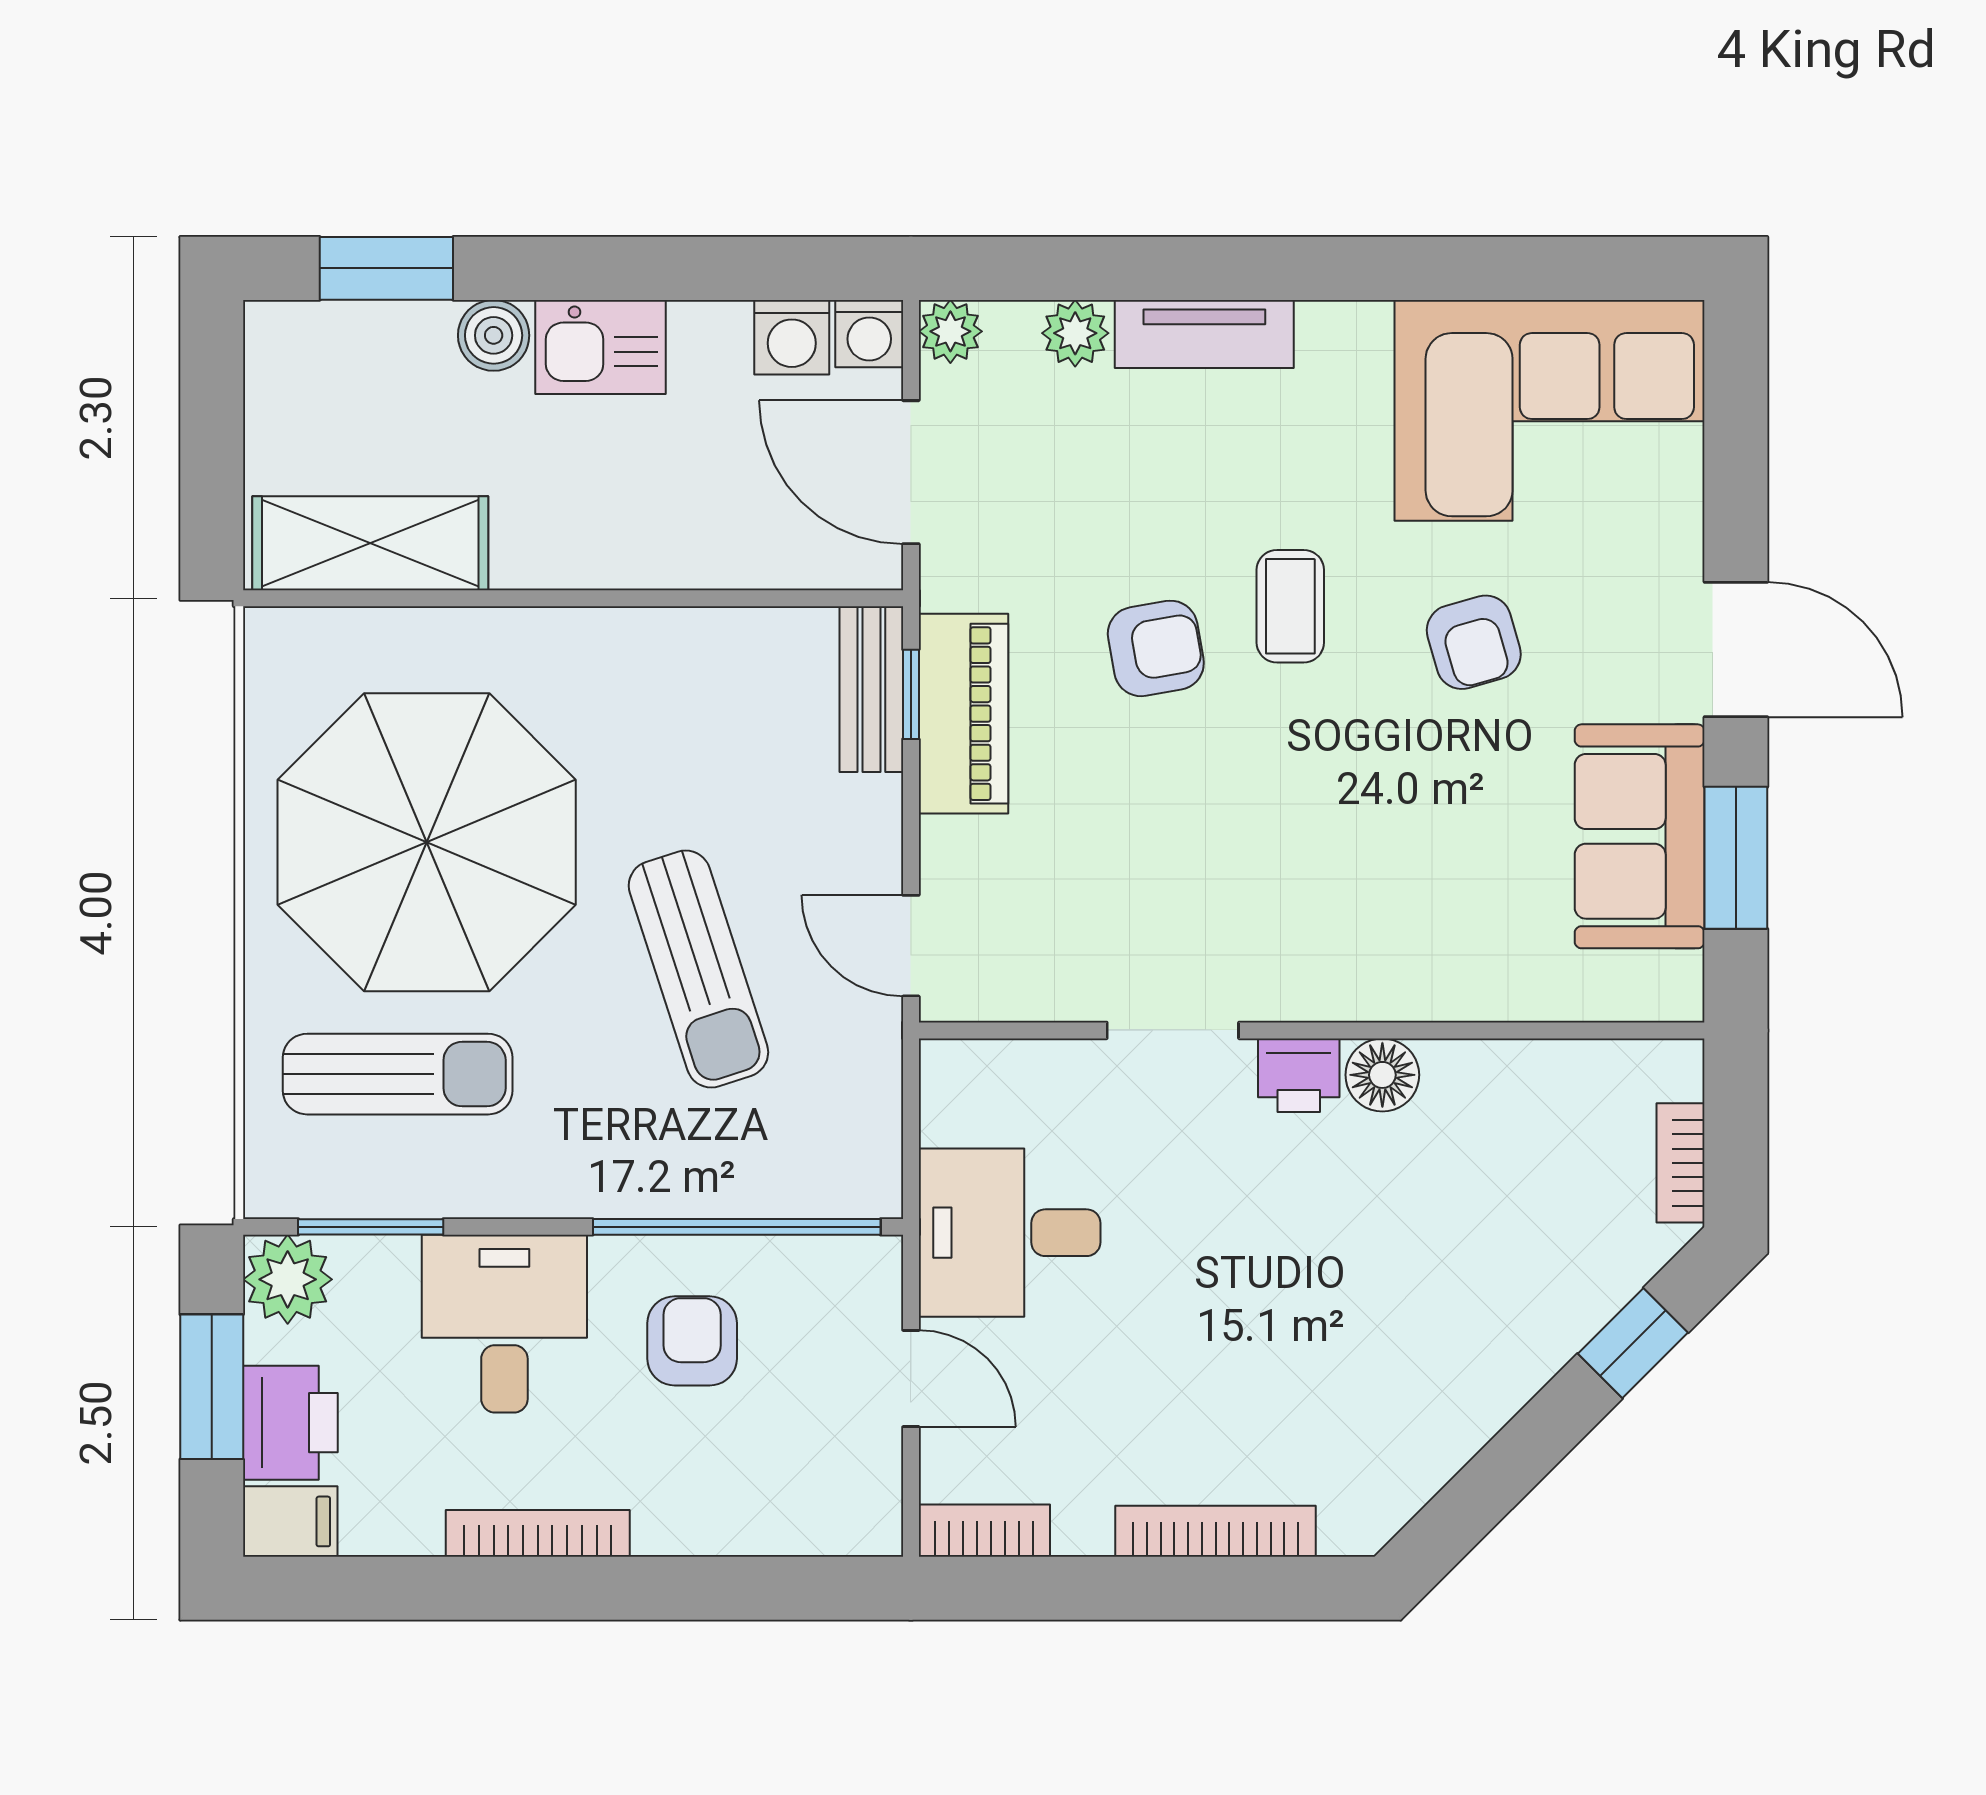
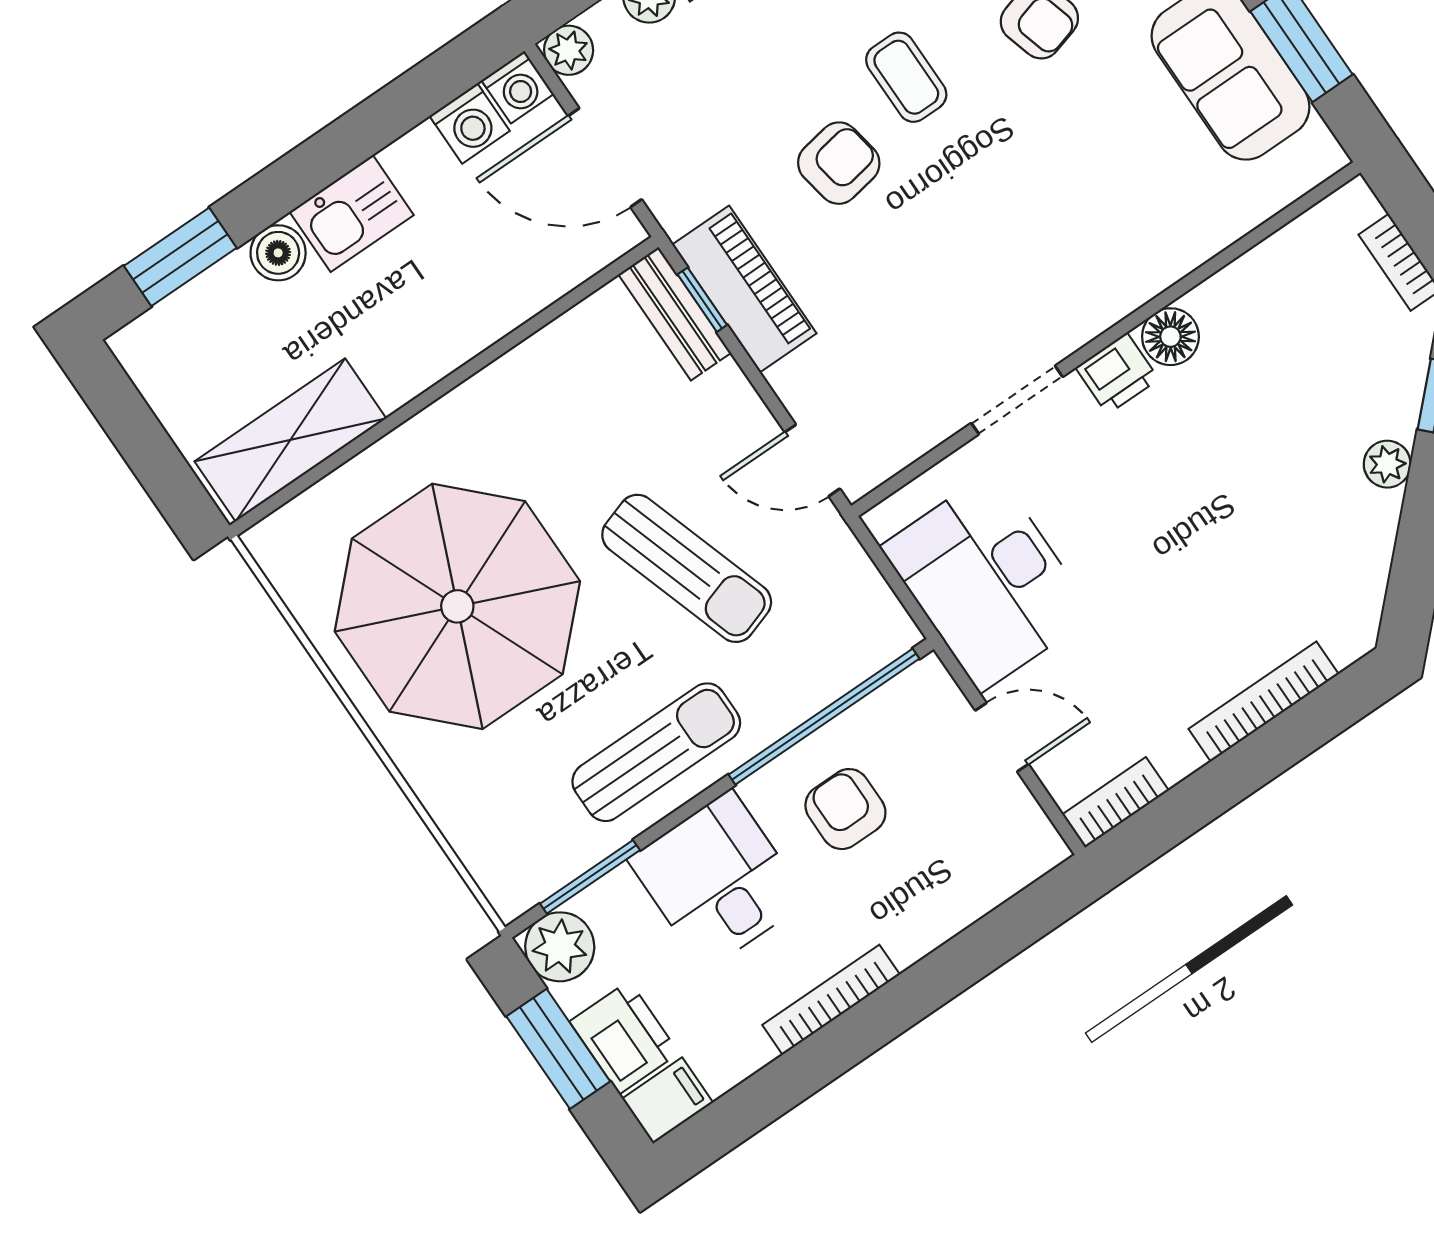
sun lounger: (398, 1074) -> (656, 752), moved
desk: (1010, 1233) -> (987, 581), width x1.37
plant: (1520, 1369) -> (1387, 464), added

